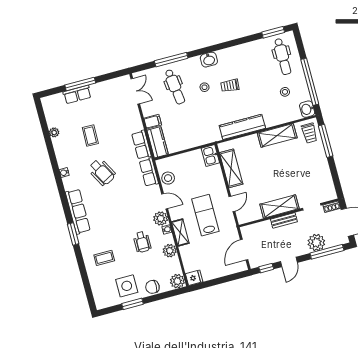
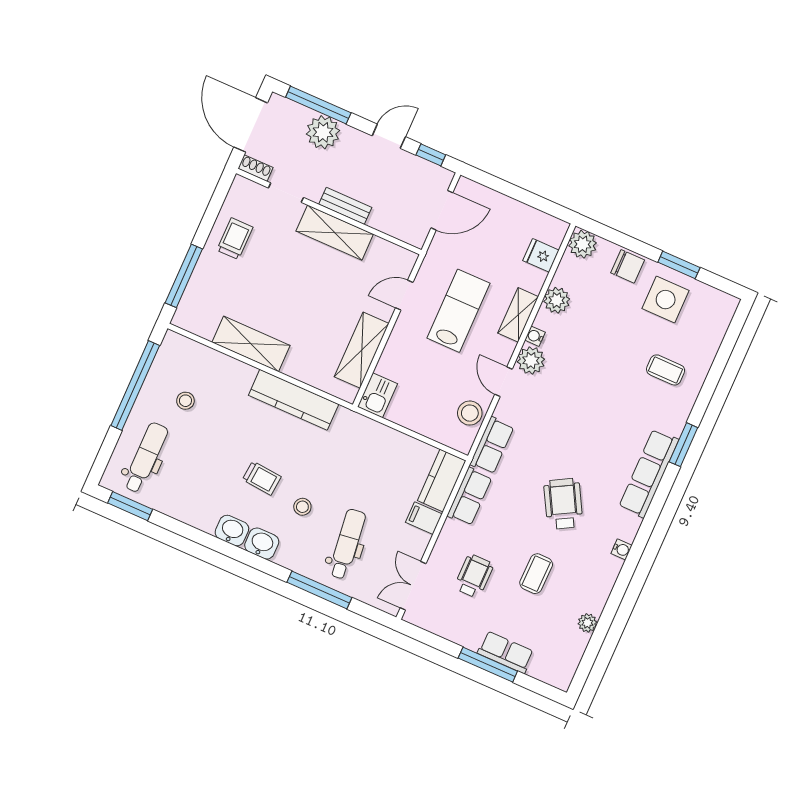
washbasin: (307, 109) -> (232, 531), moved, turned -90
trolley: (309, 133) -> (235, 239), moved
lab bench: (205, 215) -> (459, 311), turned 180
wheelchair: (142, 242) -> (474, 576), moved
fridge: (194, 278) -> (541, 255), moved

